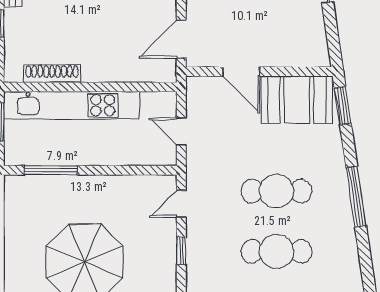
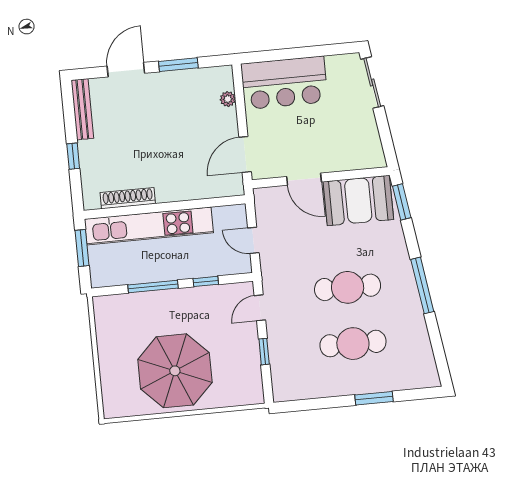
window: (51, 170) -> (153, 287), moved
window: (126, 170) -> (206, 281), added

